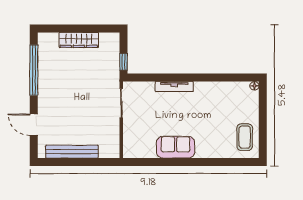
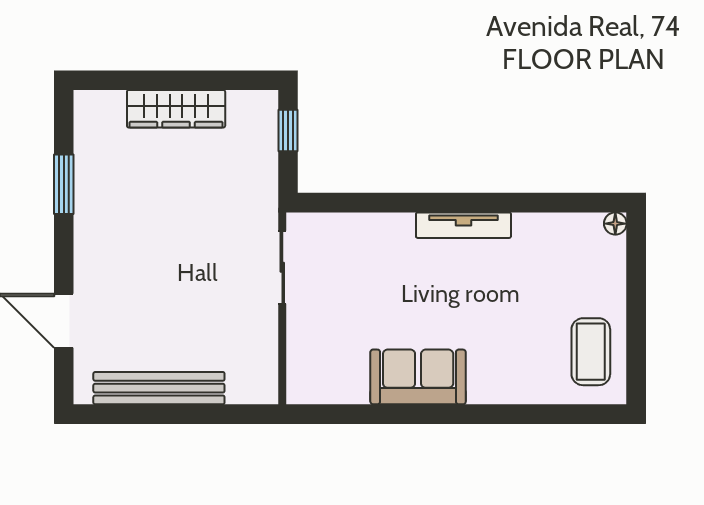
window: (124, 62) -> (288, 130), moved
window: (34, 70) -> (64, 184), width x0.47
tv unit: (174, 86) -> (463, 225), moved

